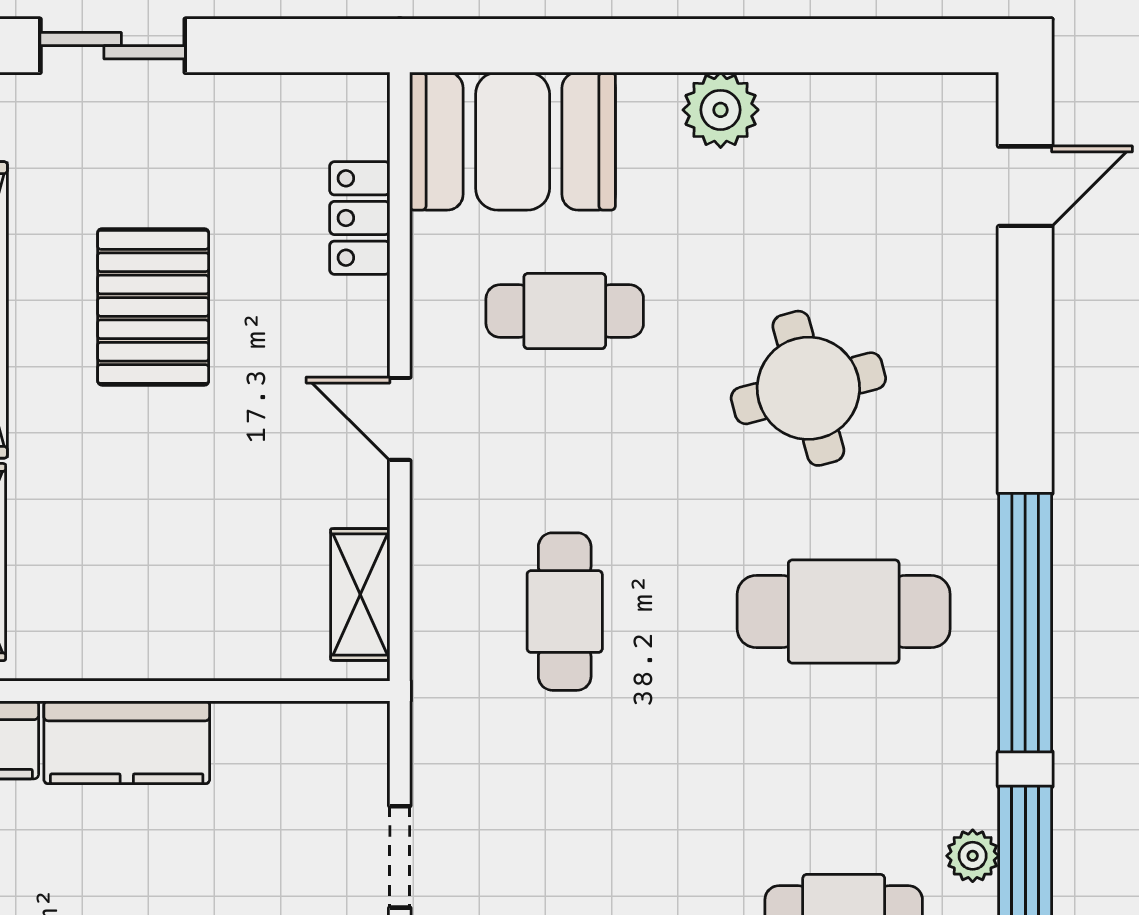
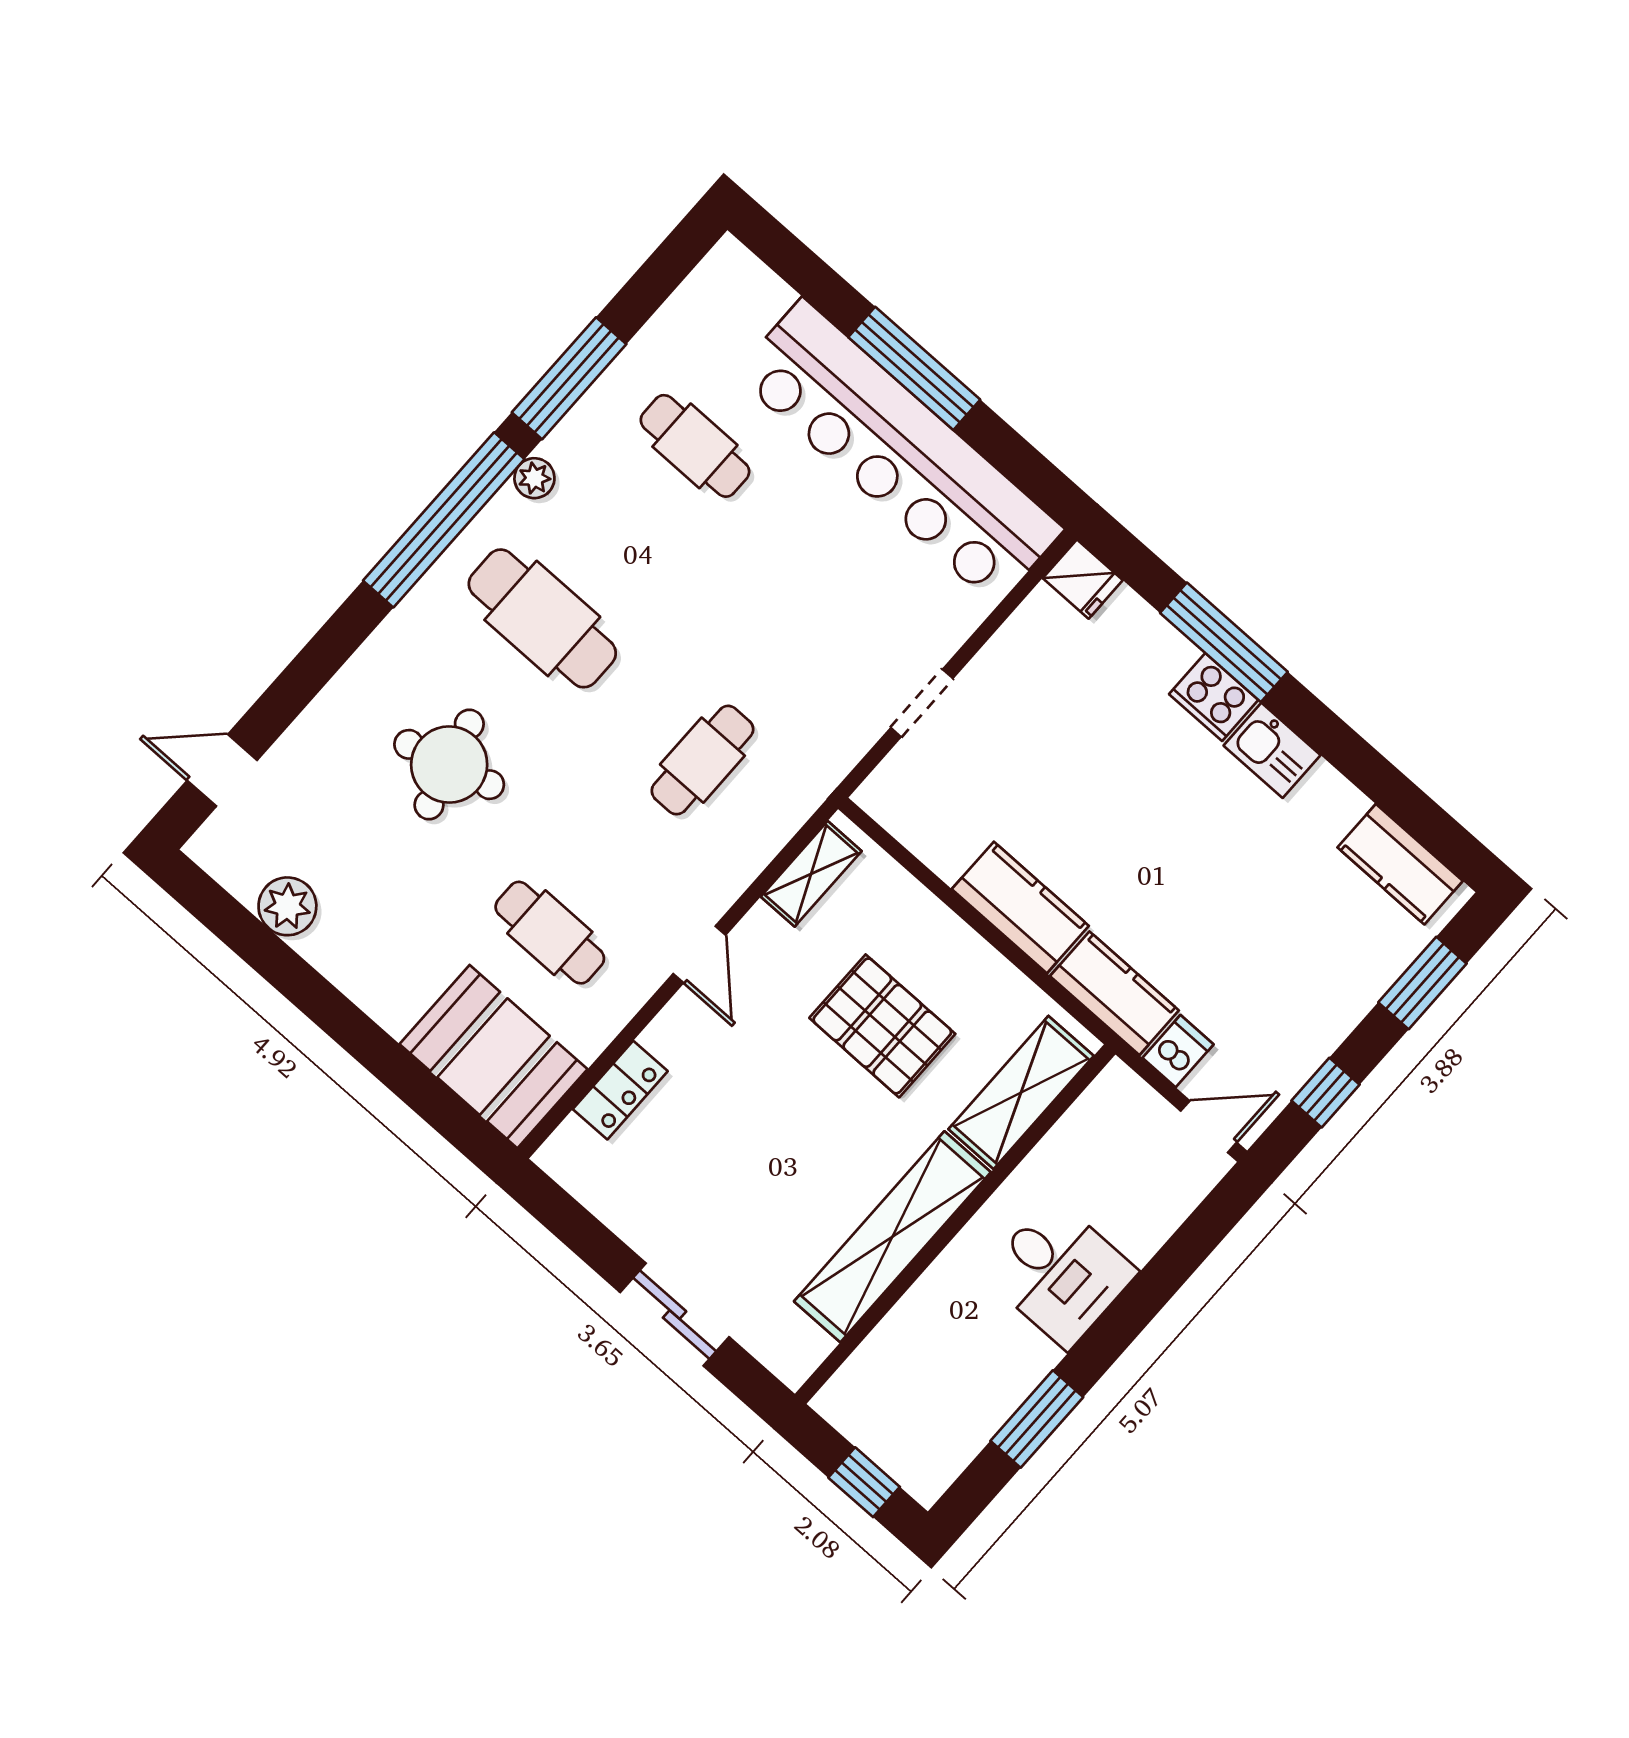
plant: (721, 110) -> (287, 906), moved
pallet: (153, 307) -> (882, 1026), moved, turned 90
plant: (973, 856) -> (534, 478), moved

